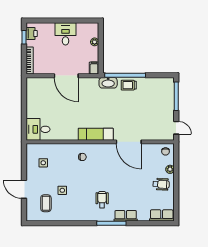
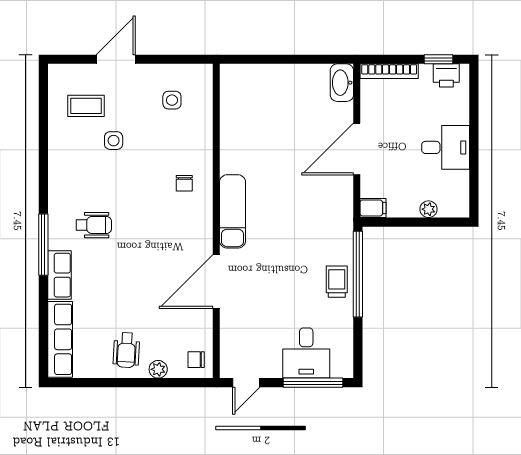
washbasin: (108, 83) -> (342, 83), moved
desk: (38, 129) -> (306, 353), moved, turned 180
row of seats: (162, 215) -> (60, 339), width x1.48

